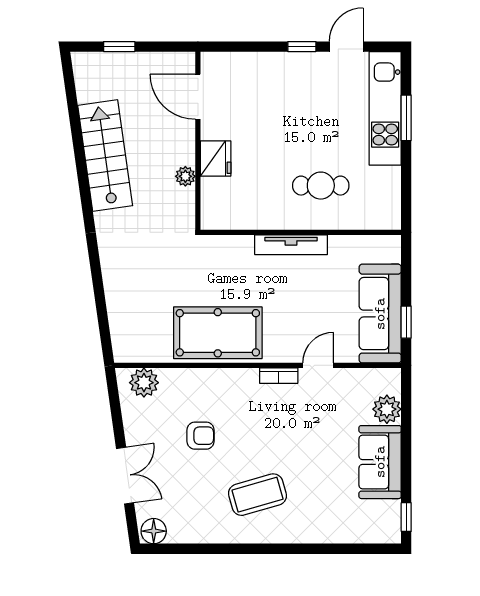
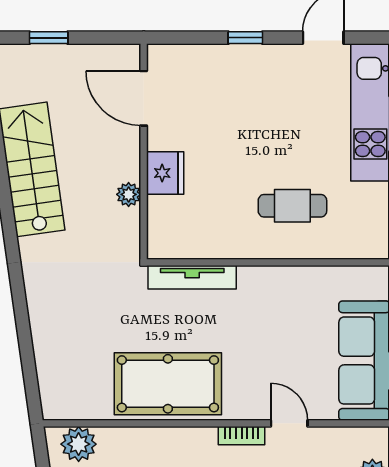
window: (302, 47) -> (245, 38), moved
tv unit: (291, 245) -> (192, 277), moved
door: (318, 365) -> (289, 423), hinge flipped

